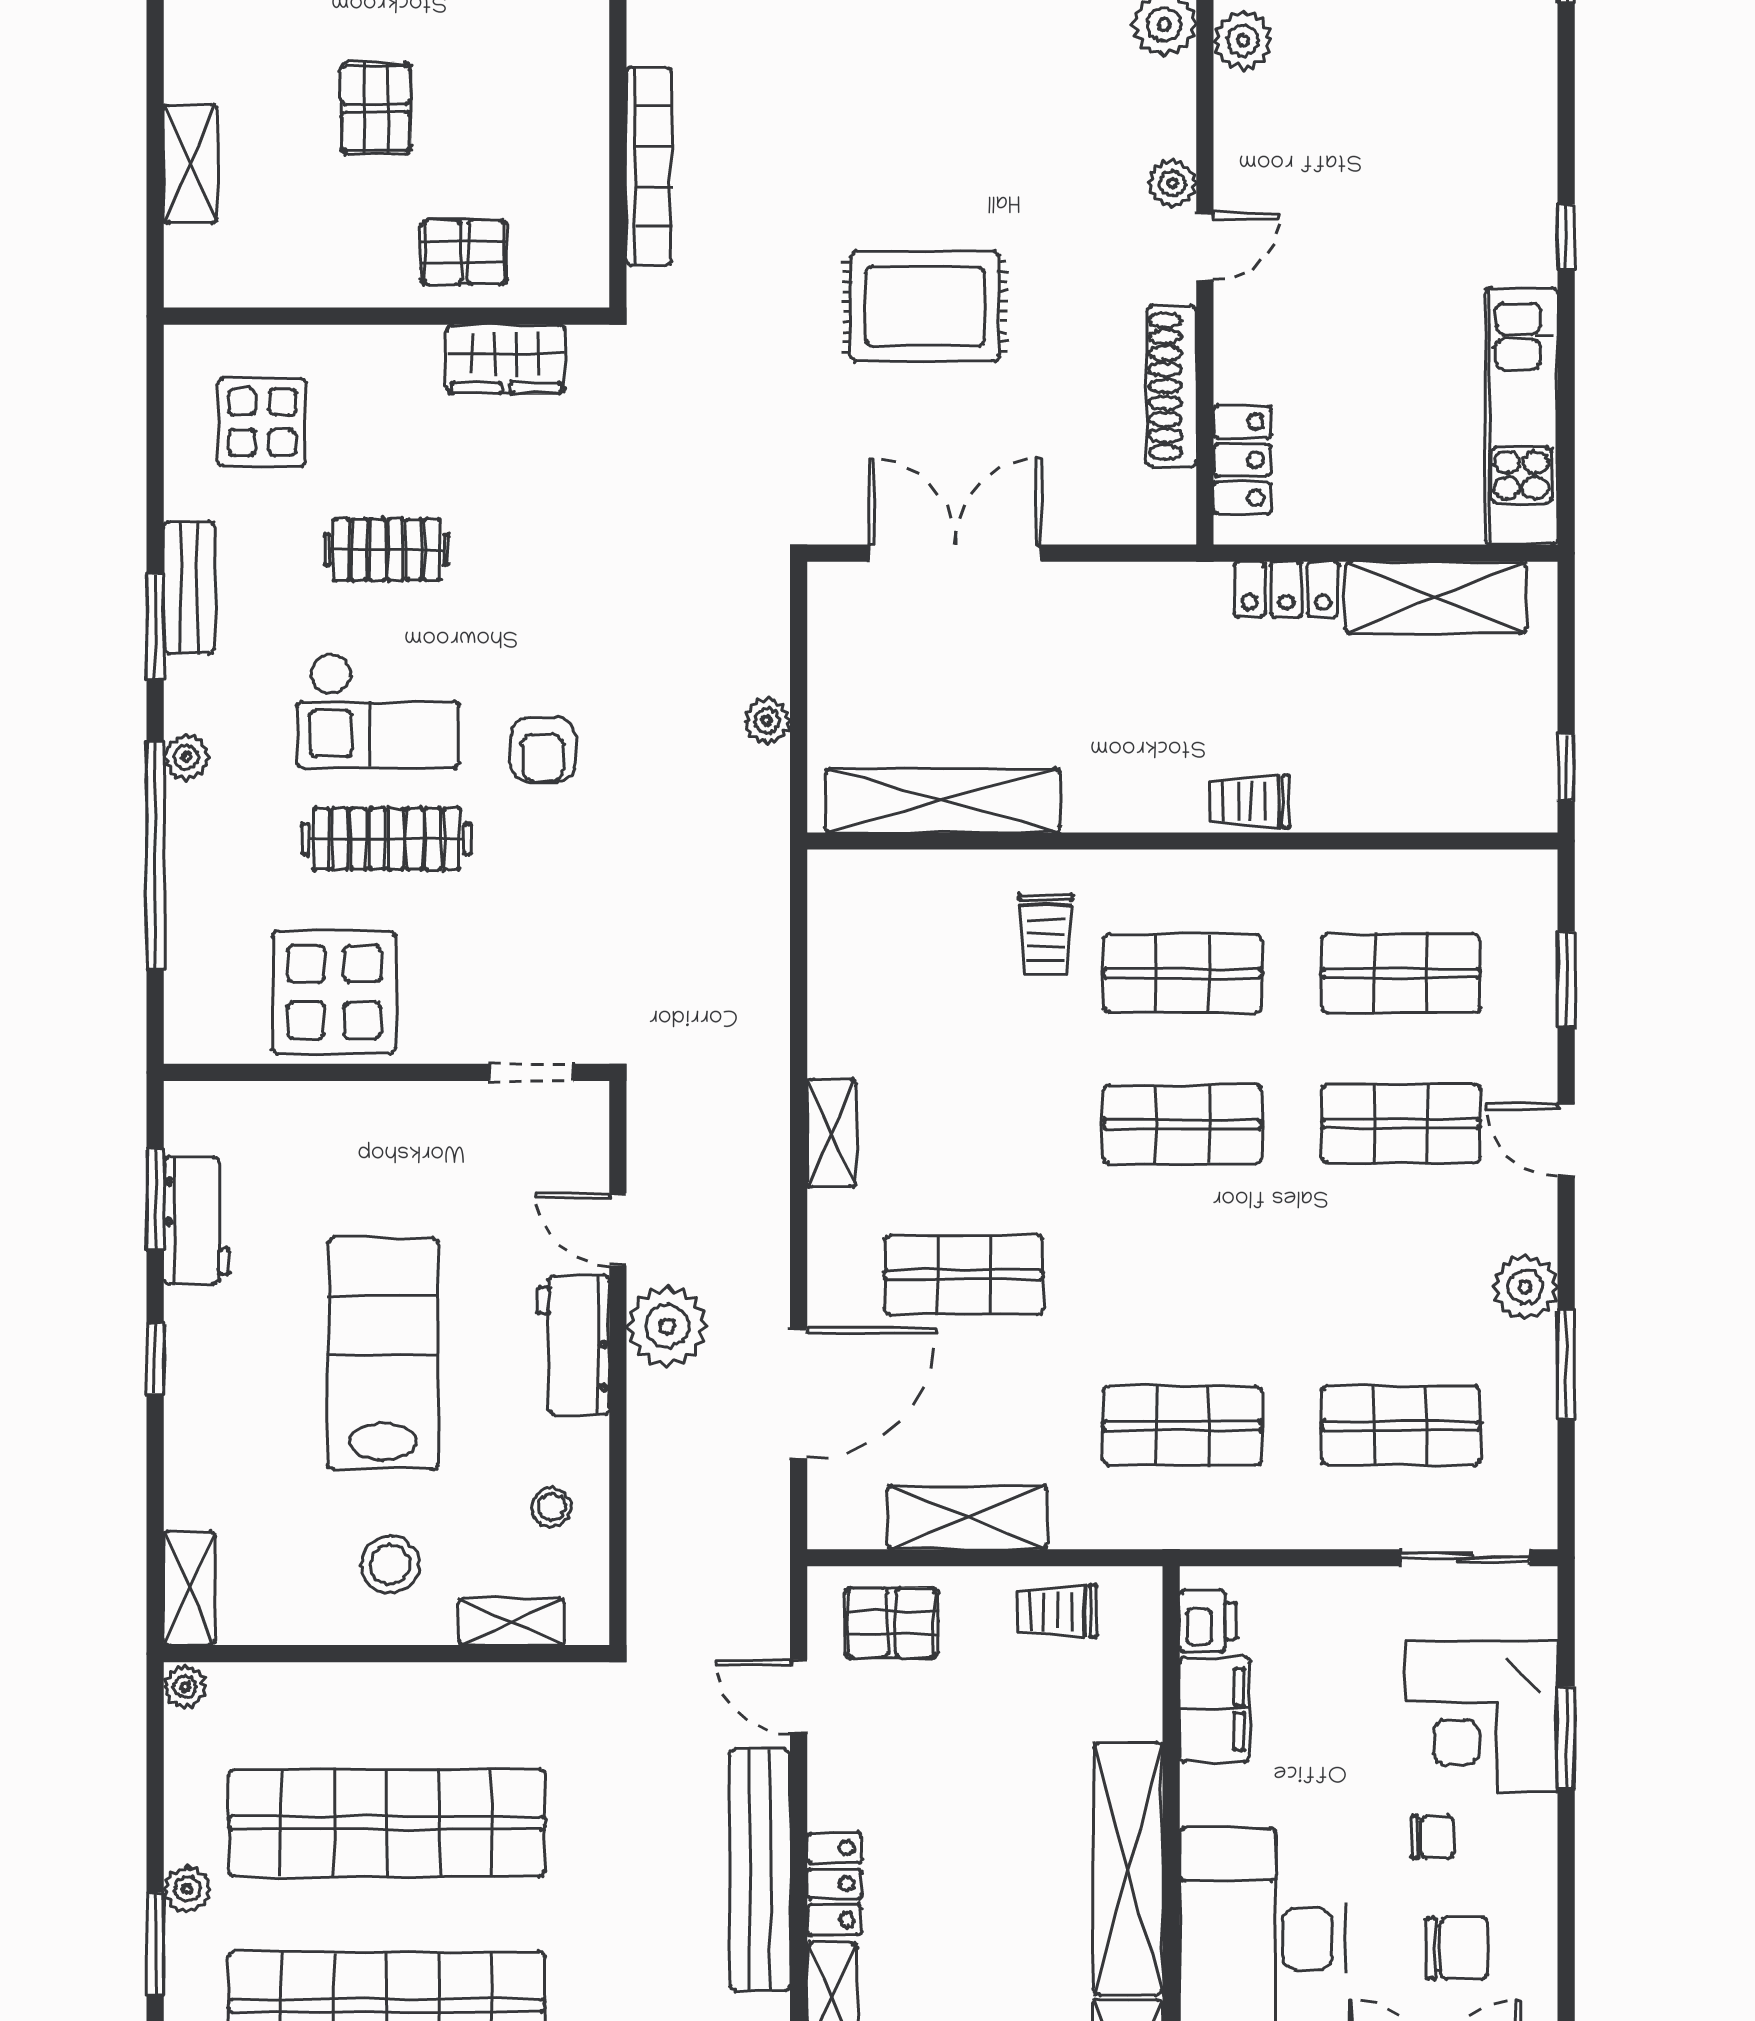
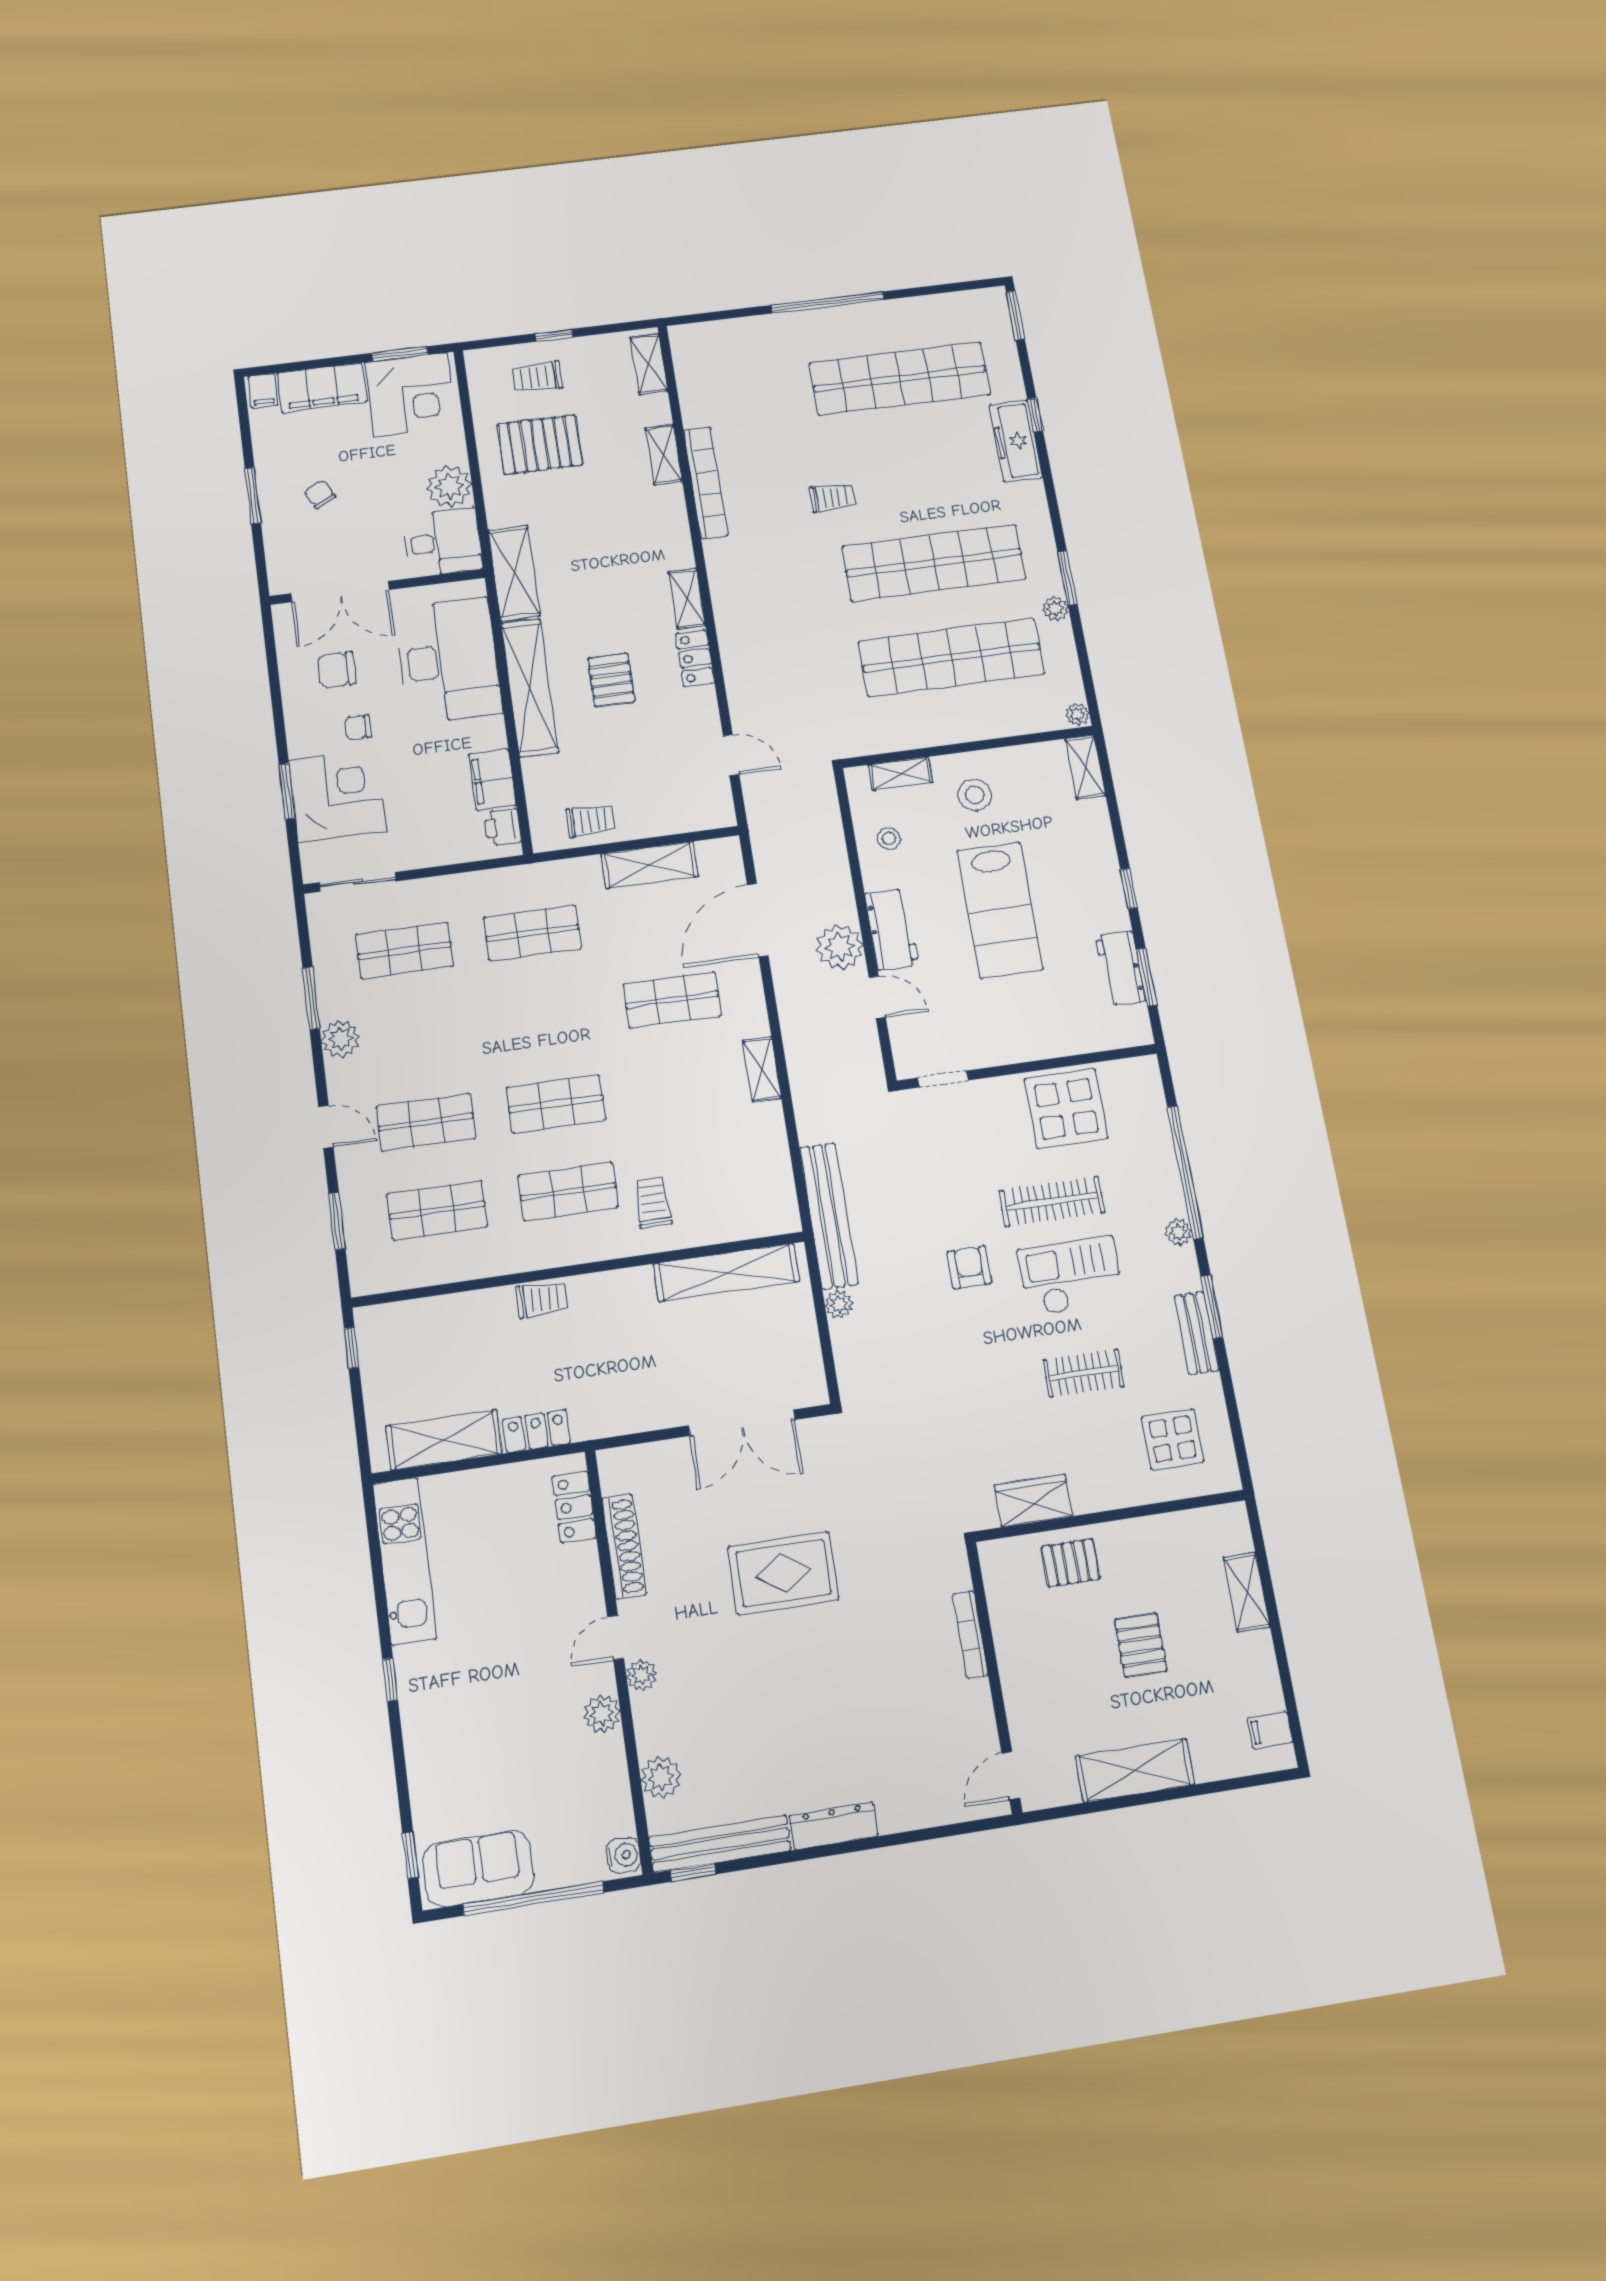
plant: (1243, 41) -> (602, 1714), moved
bookcase: (649, 166) -> (970, 1634), width x0.68, depth x0.76
pallet: (891, 1623) -> (611, 680), moved, turned 90
bench: (760, 1870) -> (829, 1216), moved

